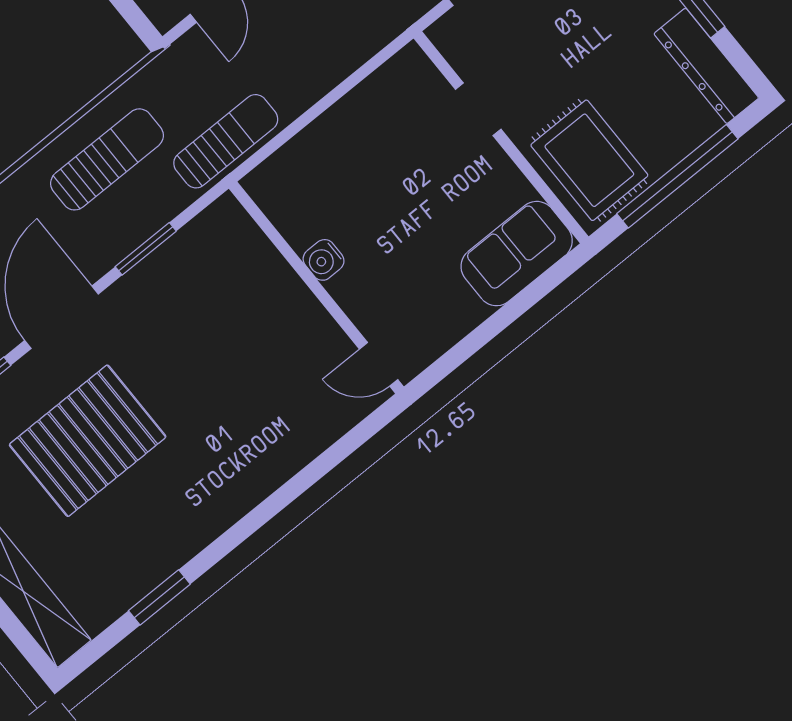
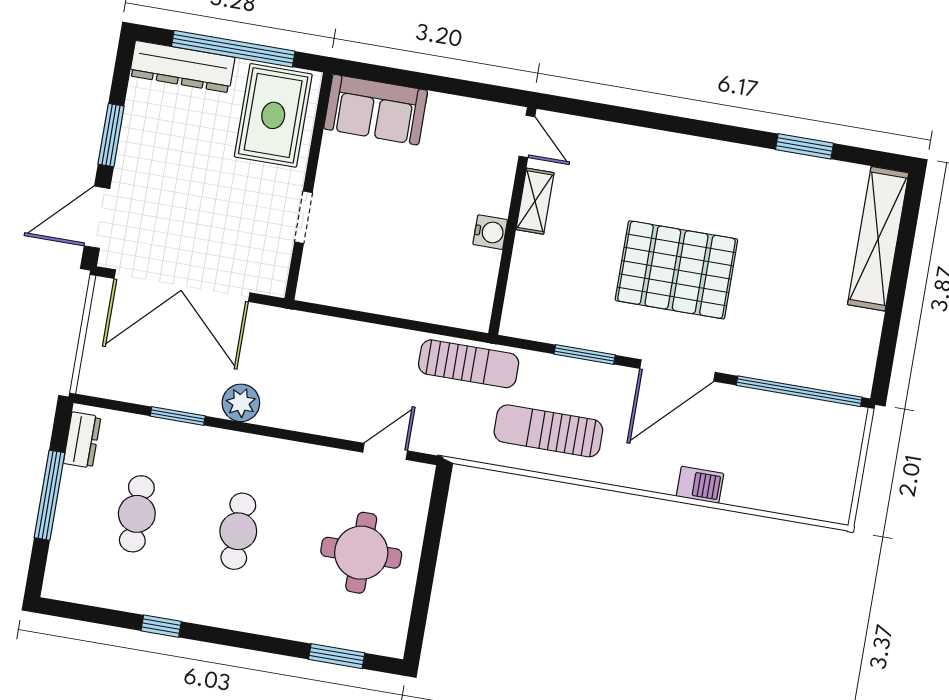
dresser: (706, 66) -> (182, 67), moved, turned 90
sun lounger: (226, 141) -> (469, 364), turned 180
shelving: (316, 322) -> (535, 201), added
pallet: (88, 441) -> (676, 270), moved

